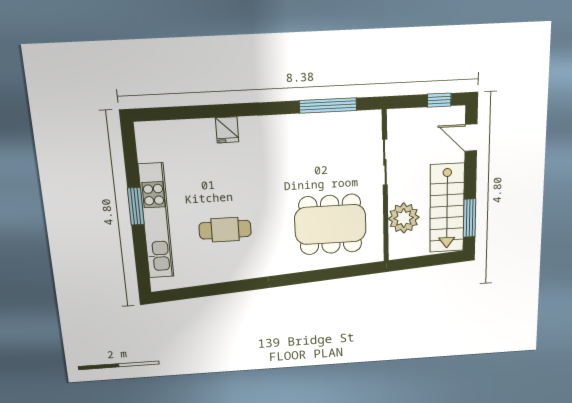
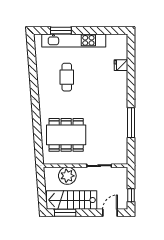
window: (328, 106) -> (131, 123), moved
fridge: (227, 130) -> (121, 65), moved
window: (136, 206) -> (61, 30), moved
dining table: (330, 224) -> (66, 135), turned 90

